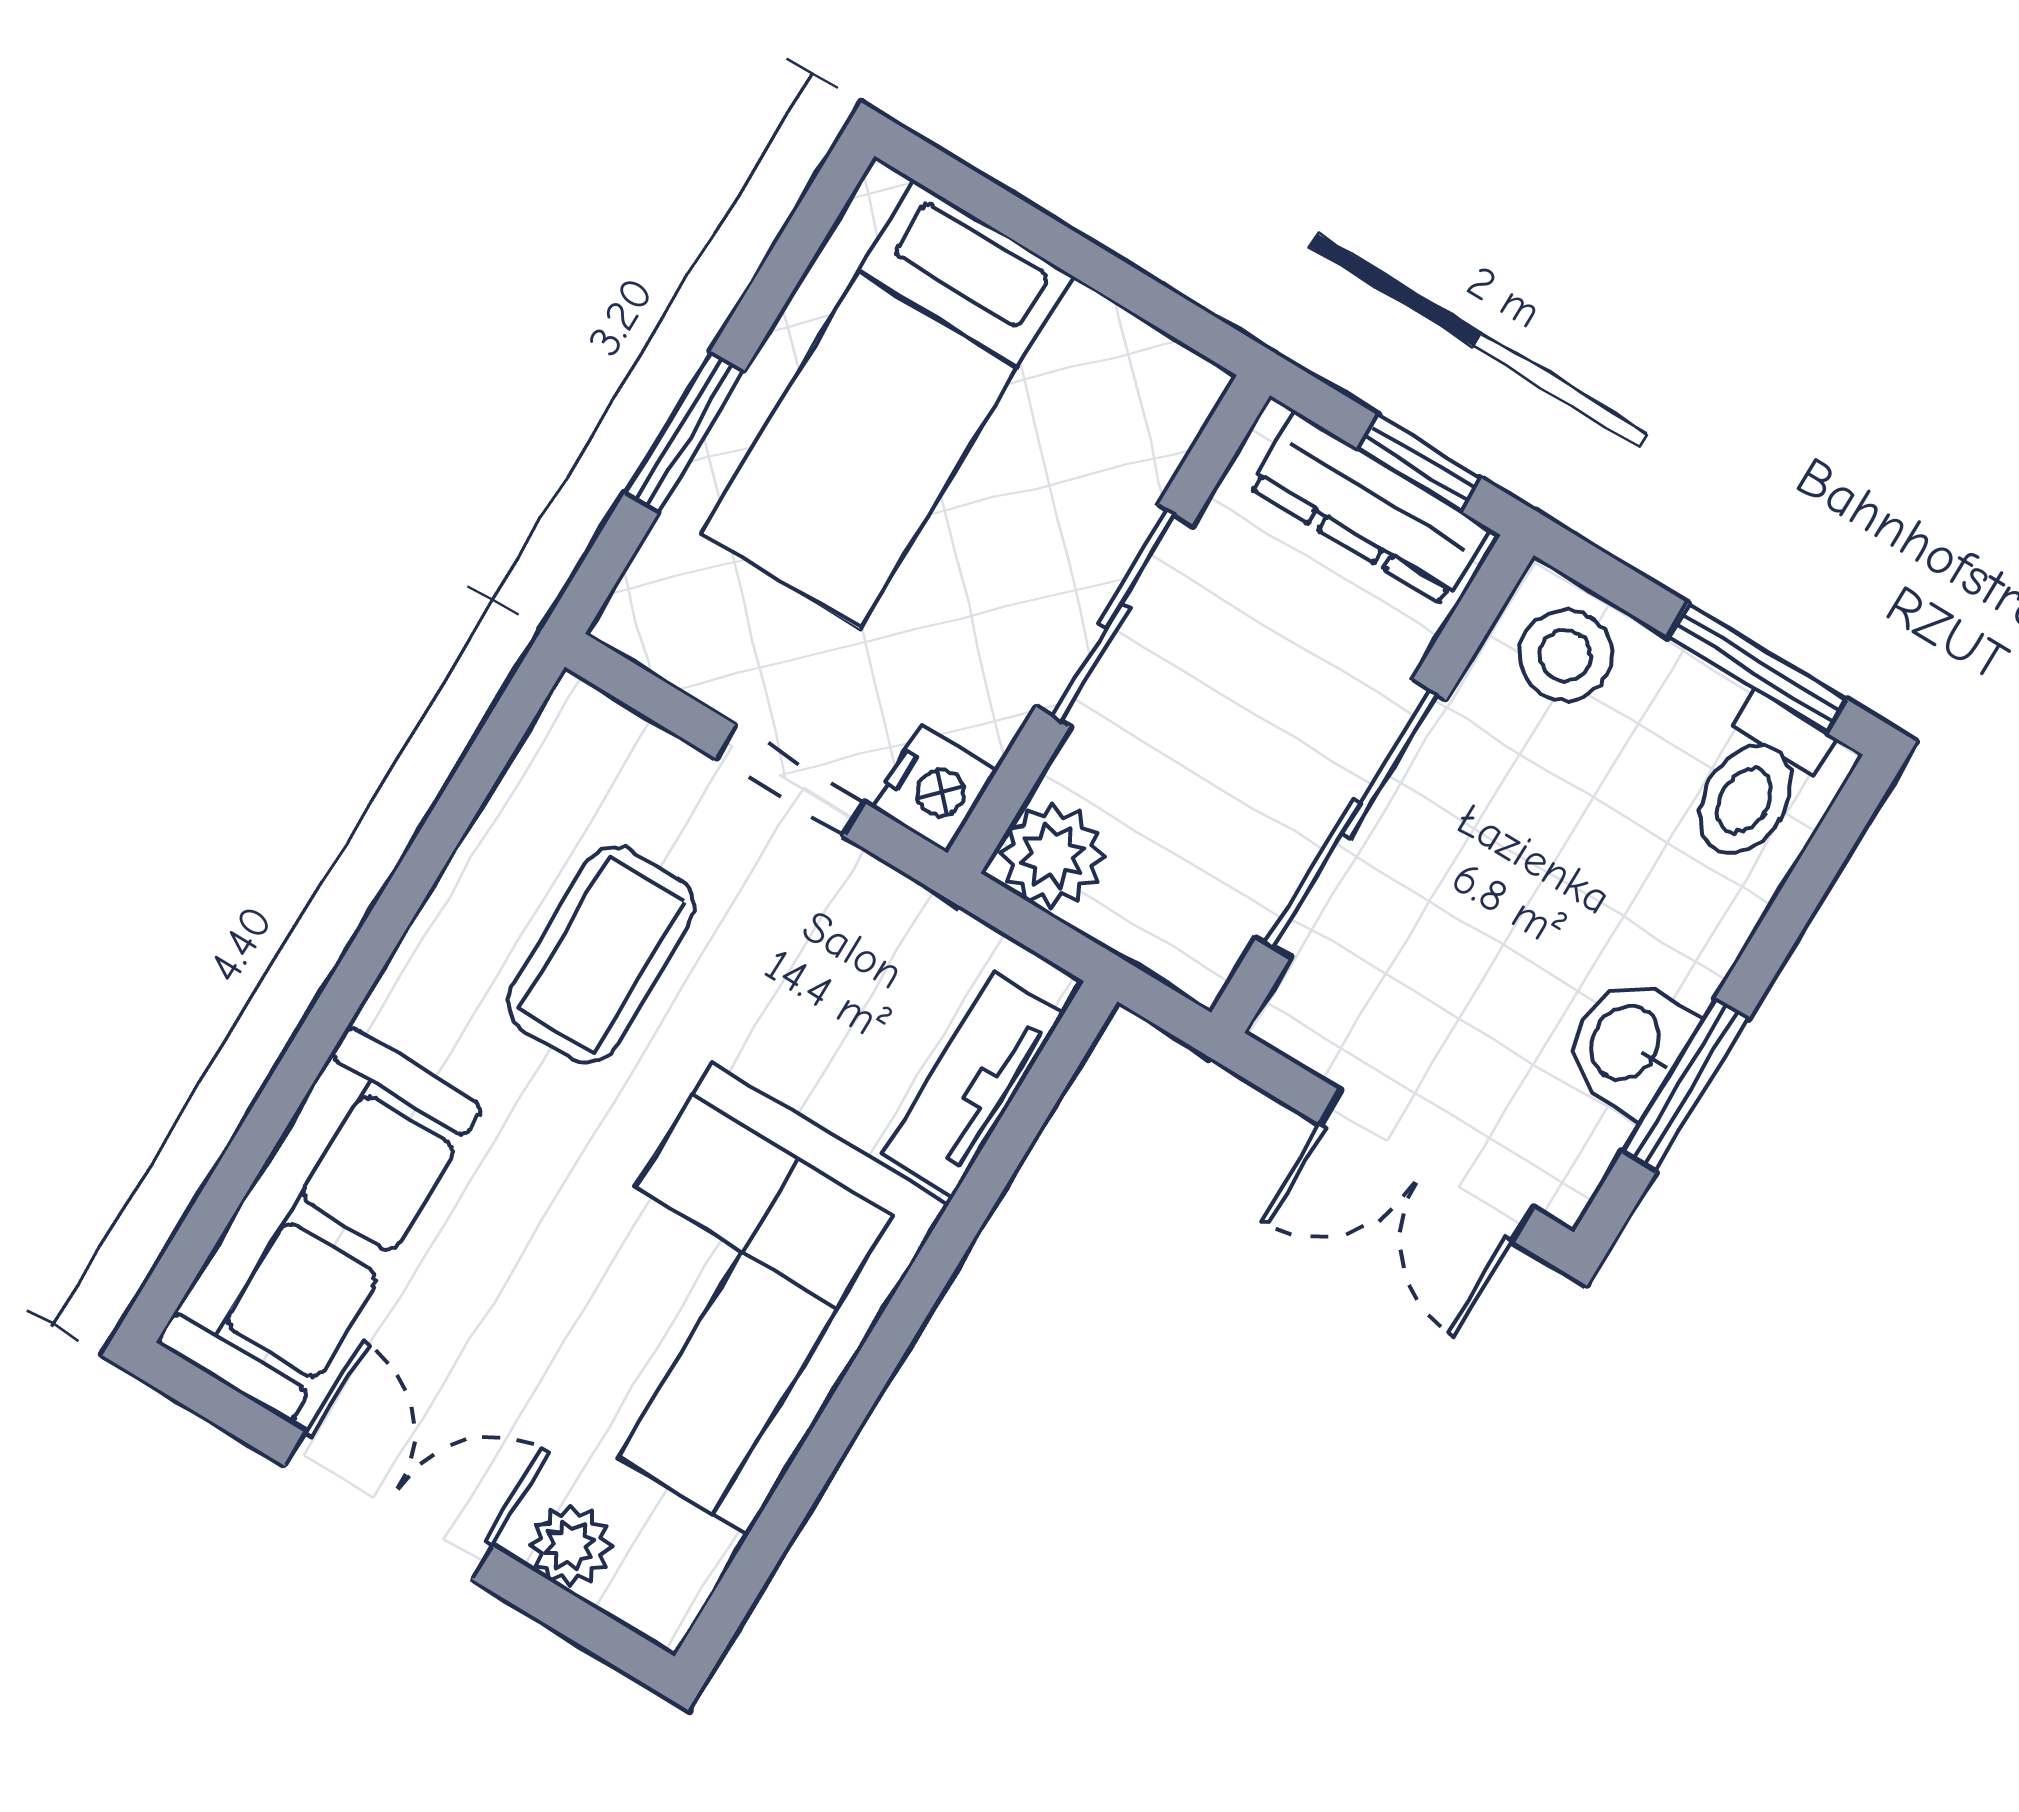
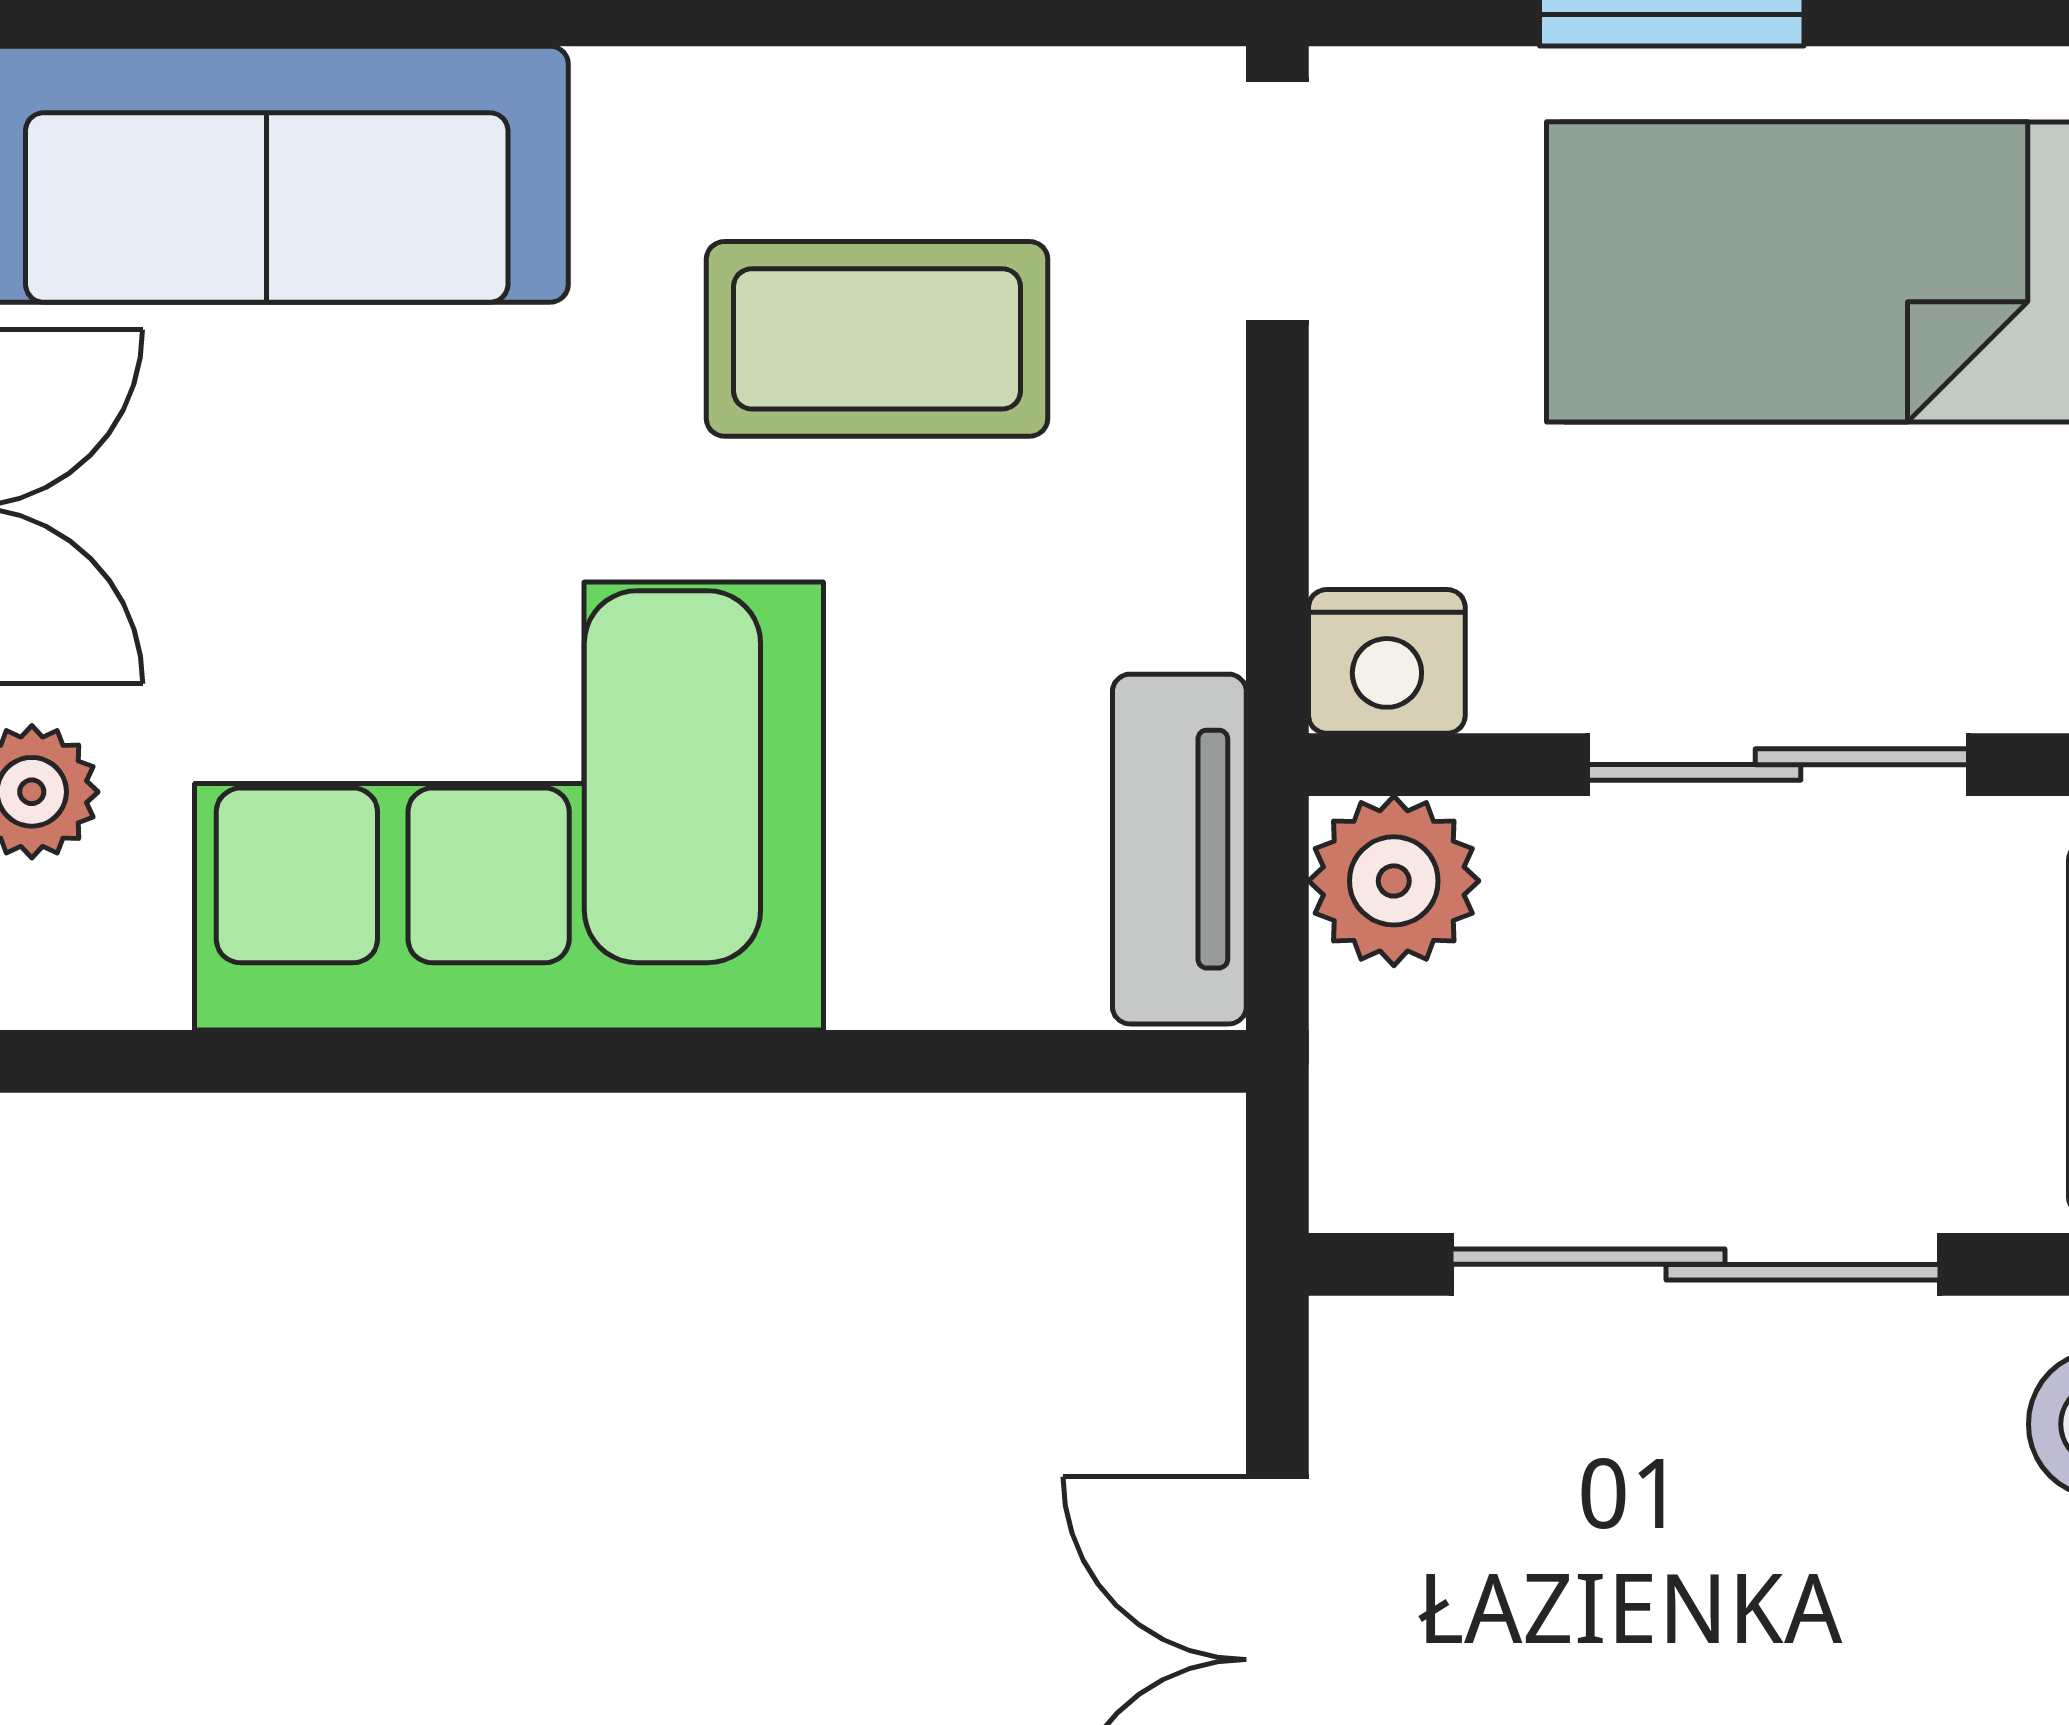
doorway: (789, 780) -> (1277, 201), moved
tv unit: (974, 1084) -> (1179, 849), moved, turned -90

